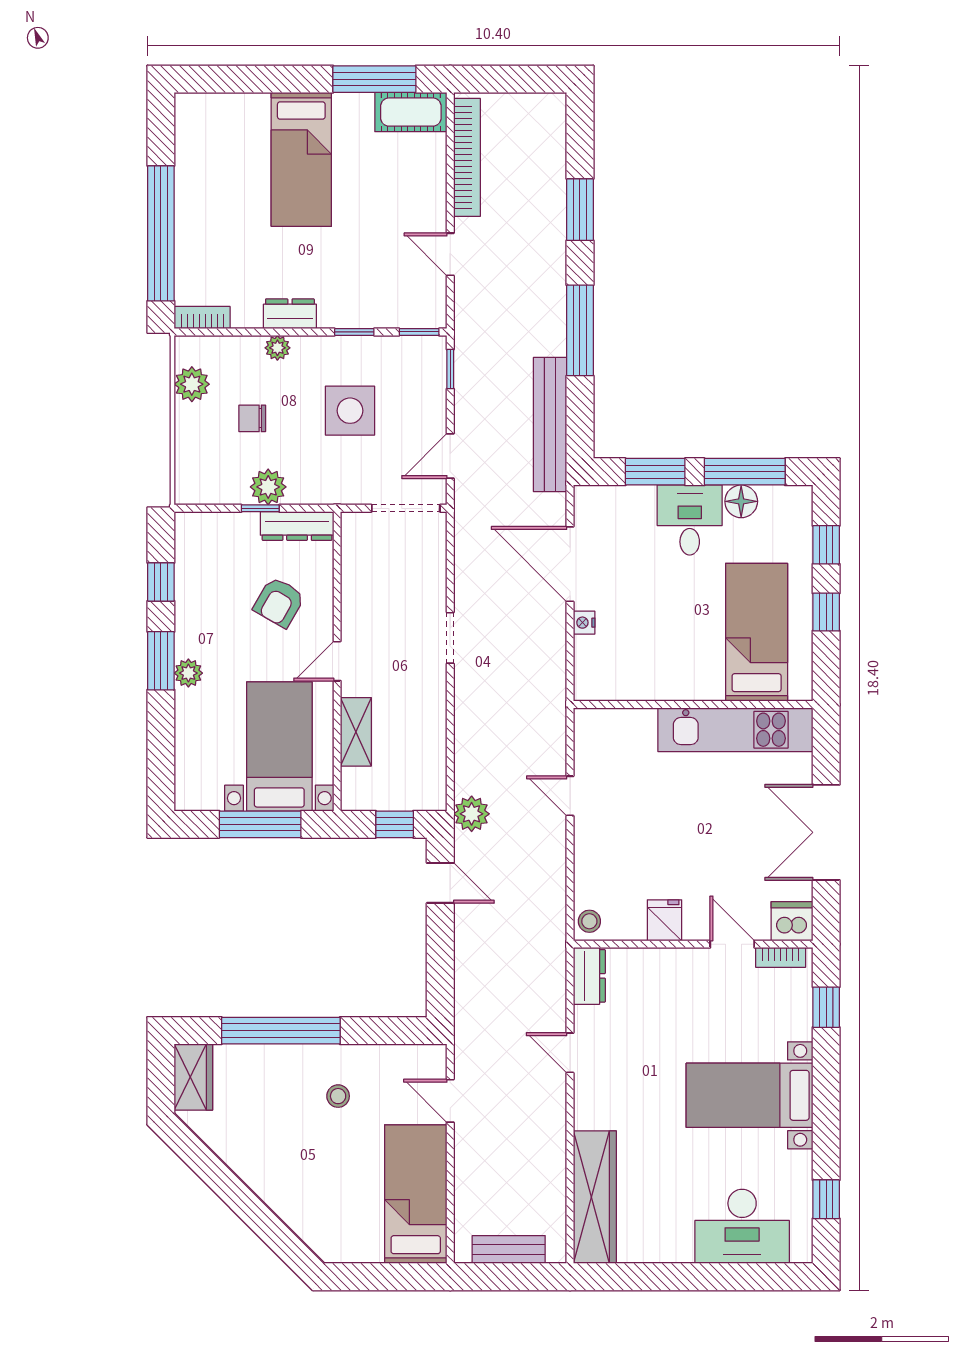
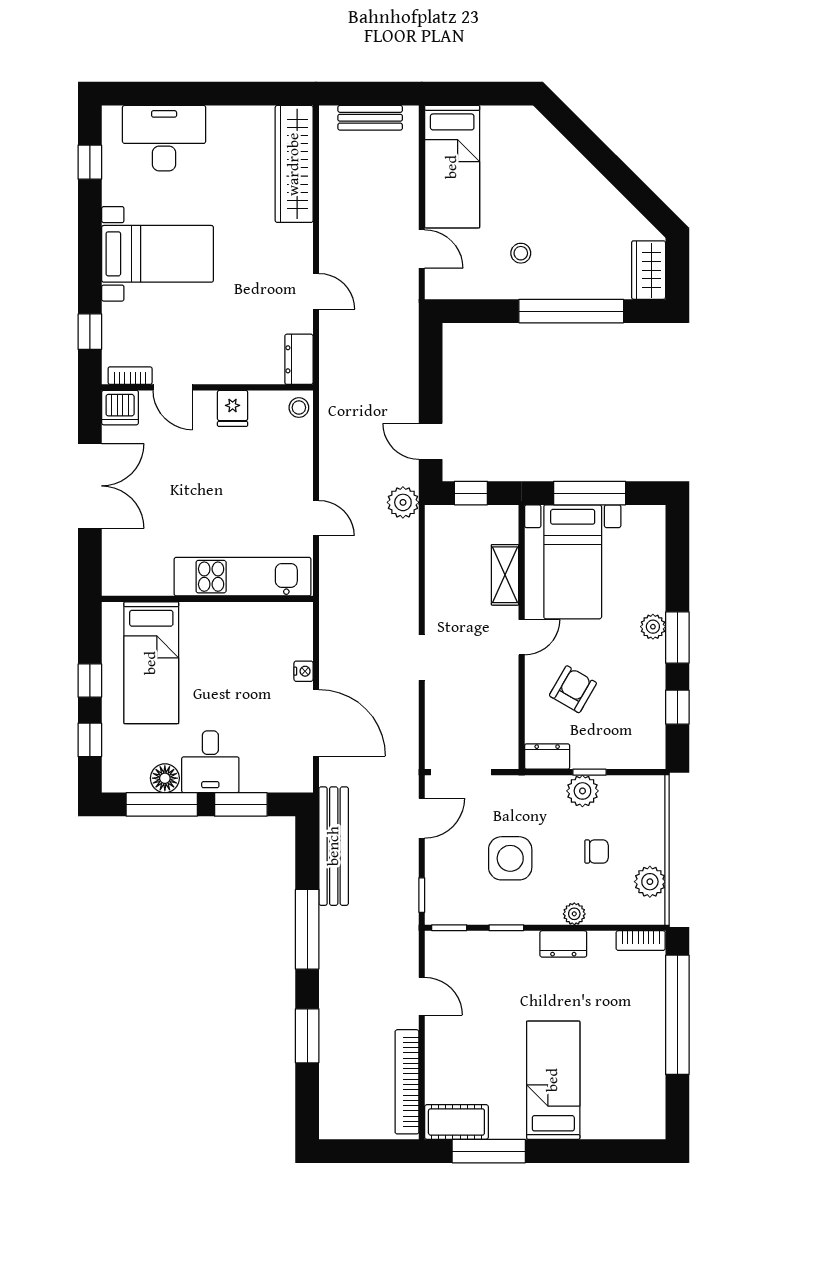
dresser: (297, 526) -> (547, 756), width x0.70
kitchen unit: (735, 730) -> (243, 577), moved

